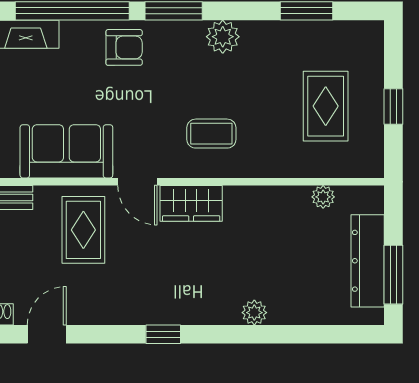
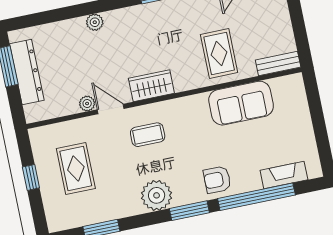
plant: (223, 37) -> (157, 195), width x1.36, depth x1.36
door: (137, 182) -> (111, 109), moved
plant: (323, 197) -> (87, 104), moved

